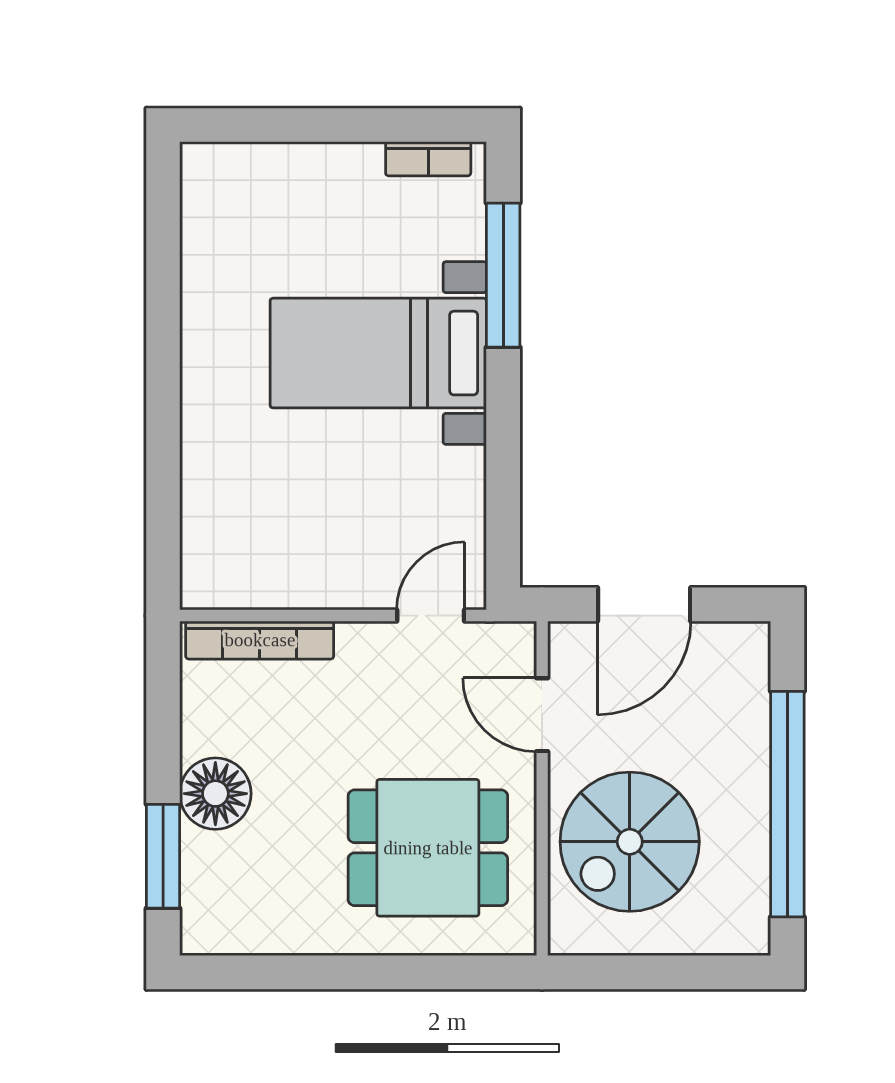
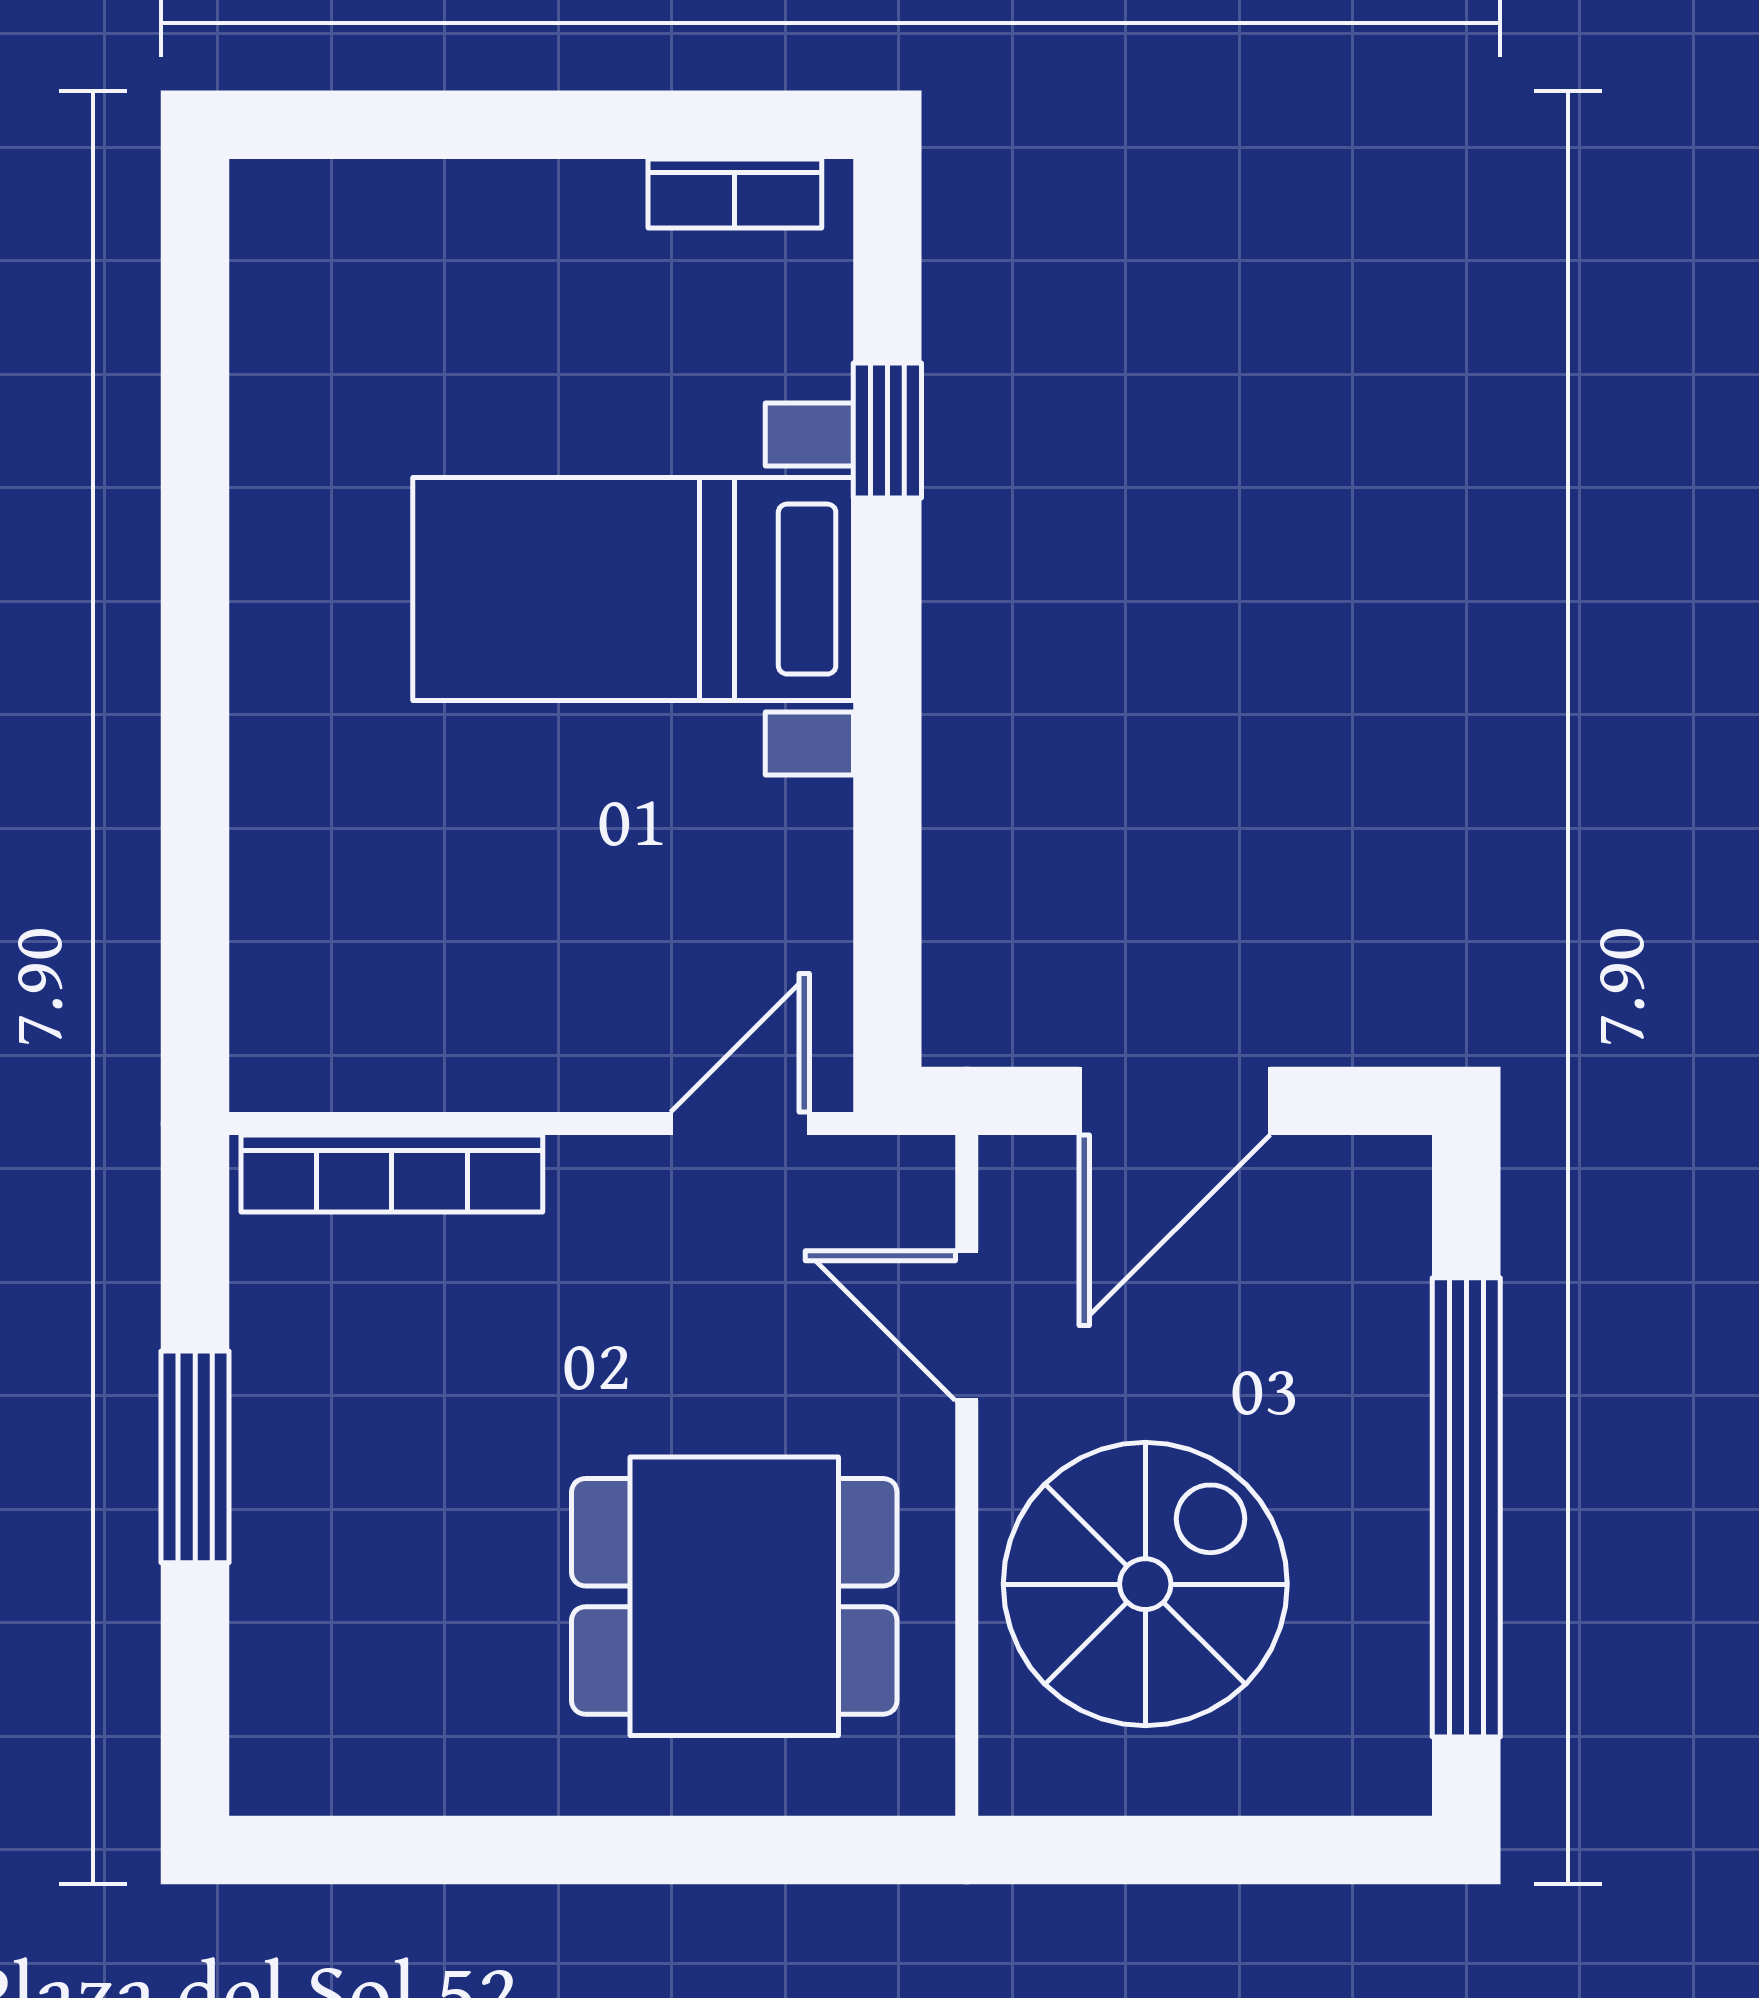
window: (503, 275) -> (887, 431), width x0.46
floor lamp: (215, 794) -> (302, 1486), removed
spiral stairs: (630, 842) -> (1145, 1584), turned 180
window: (163, 856) -> (195, 1457), moved

